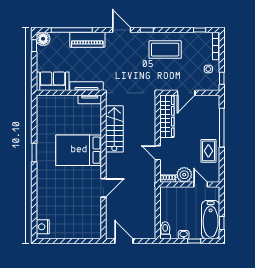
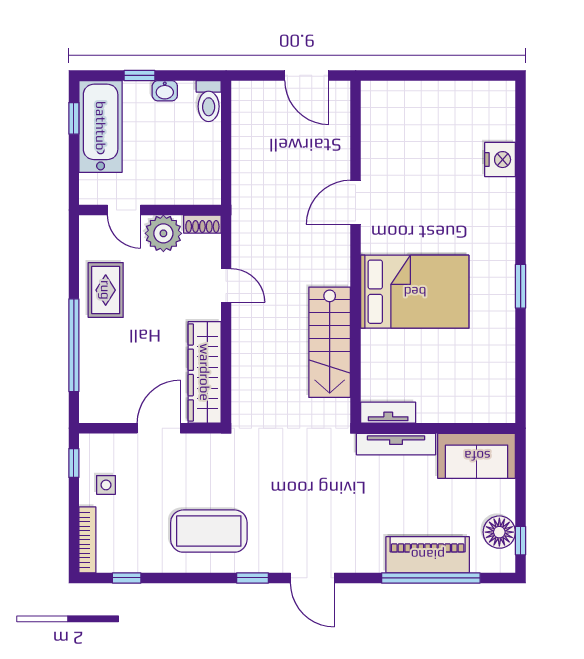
floor lamp: (43, 39) -> (499, 532), moved
piano: (87, 40) -> (428, 555), moved
nightstand: (43, 227) -> (500, 160), moved

